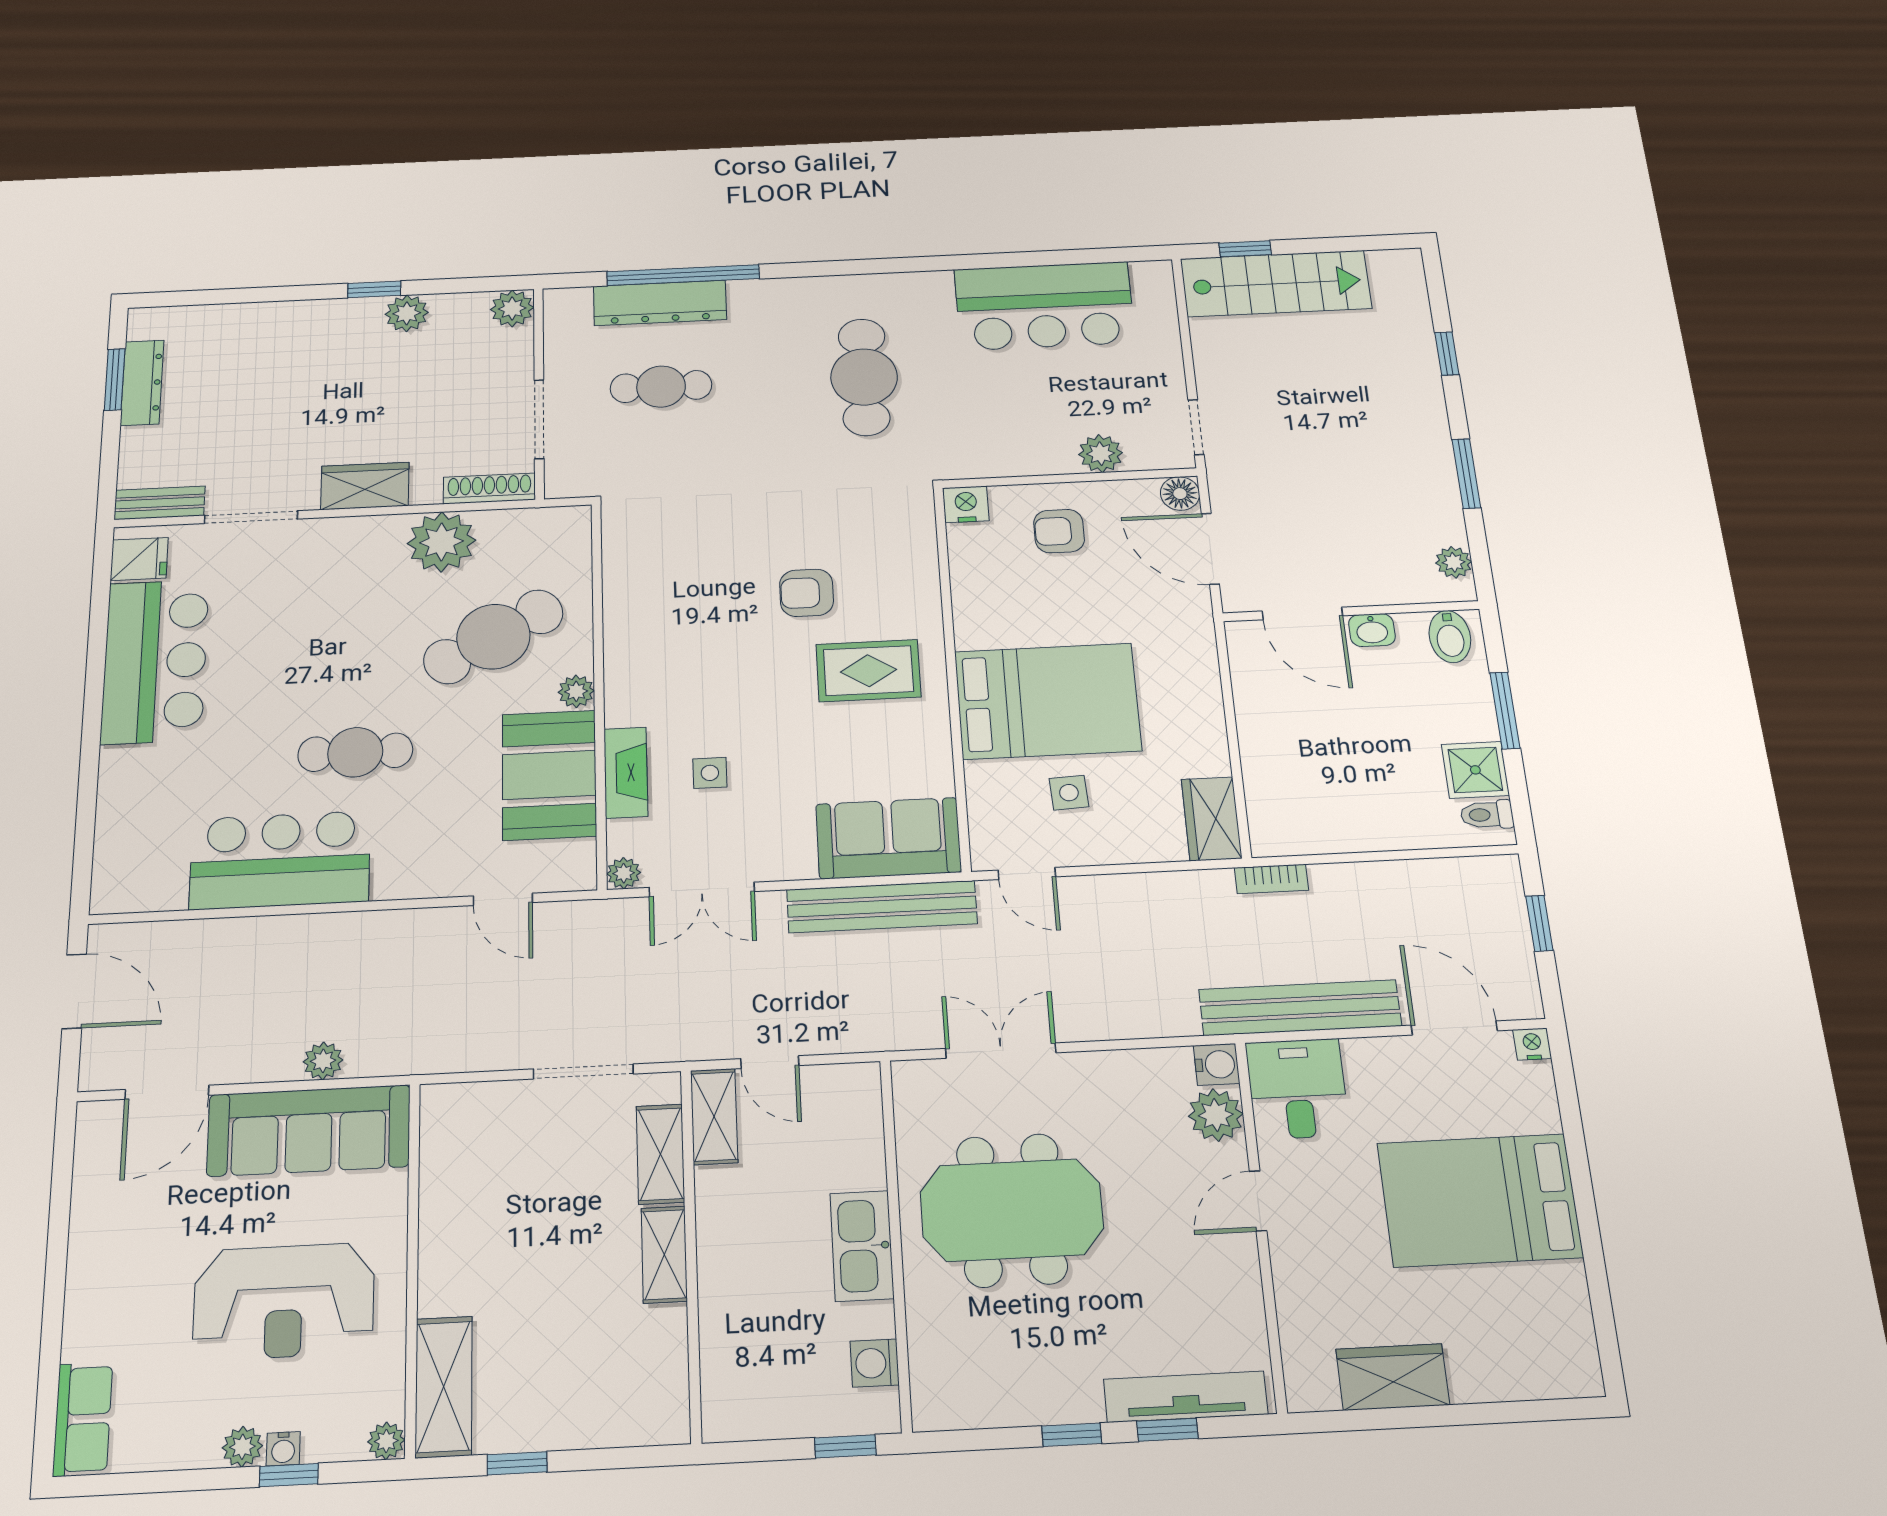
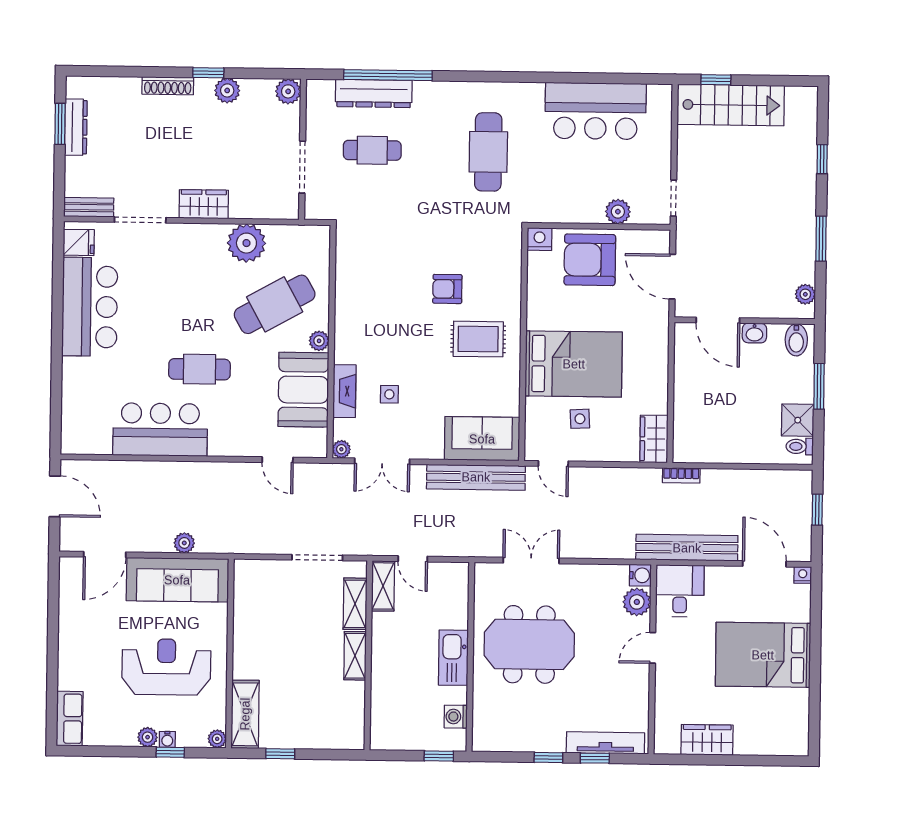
shoe rack: (489, 488) -> (168, 86), moved, turned 180
floor lamp: (1180, 494) -> (660, 240), removed
armchair: (1059, 531) -> (590, 260), width x1.88, depth x1.88
reception desk: (284, 1301) -> (166, 667), turned 180

